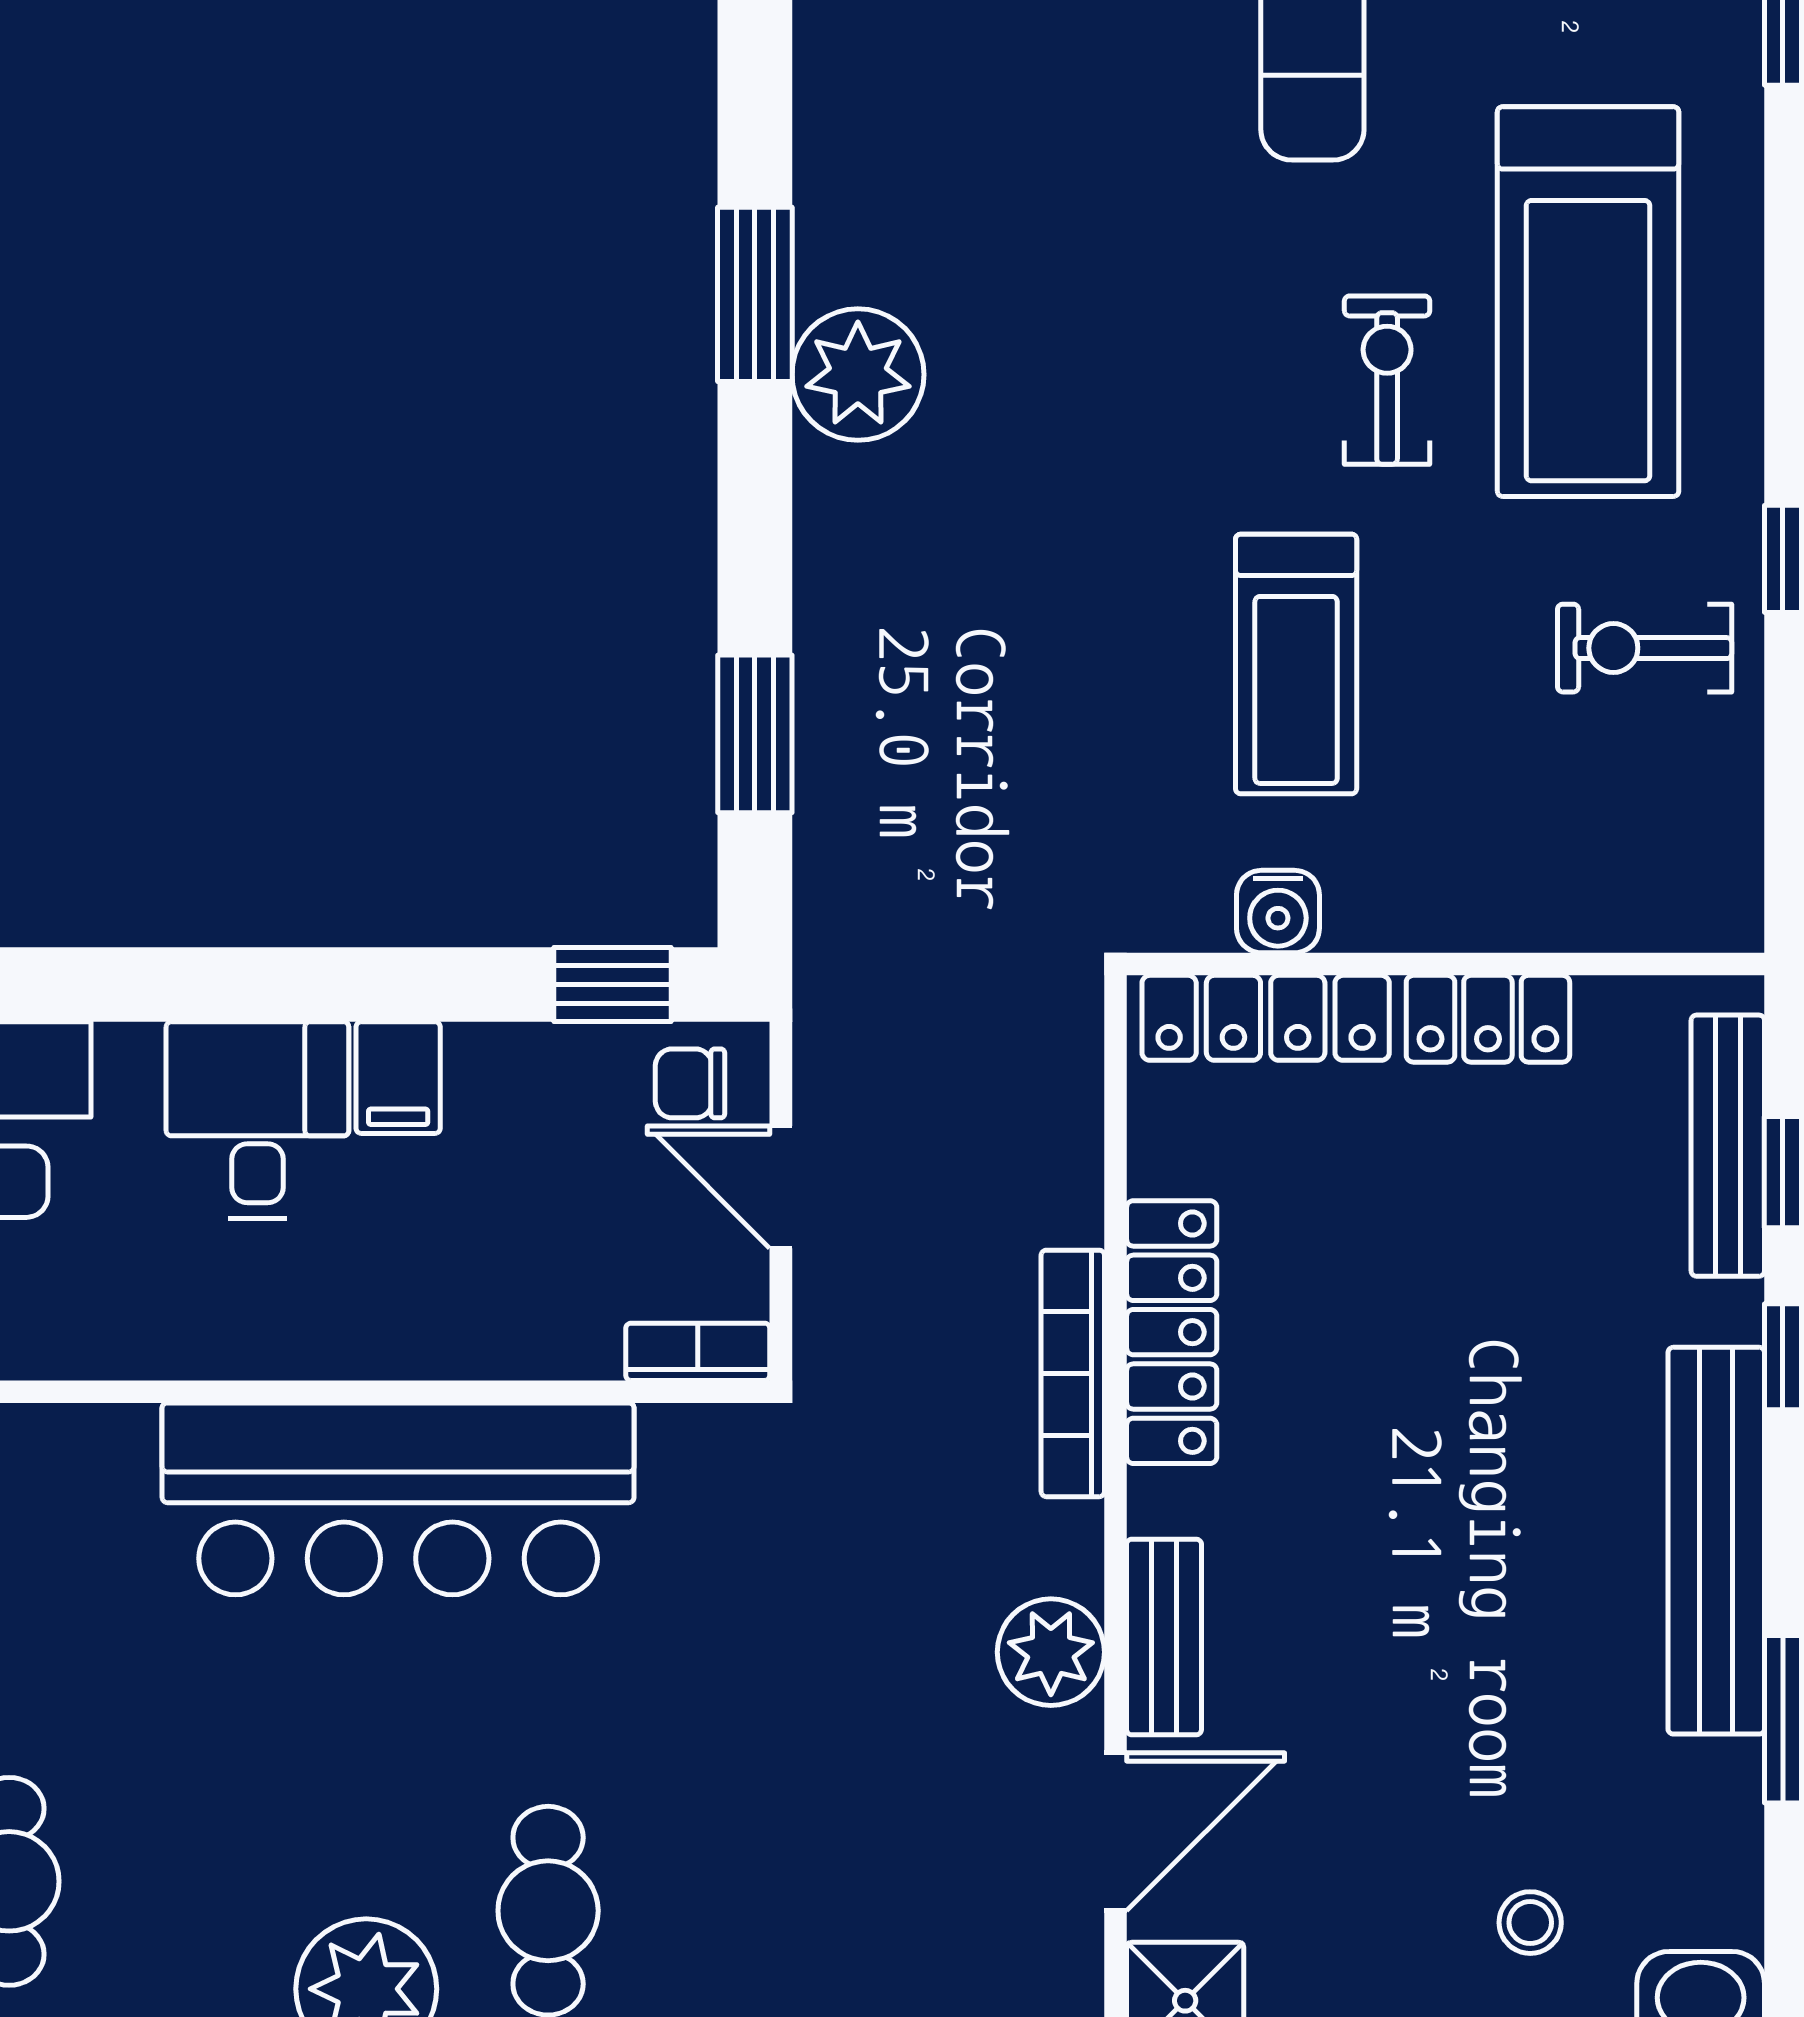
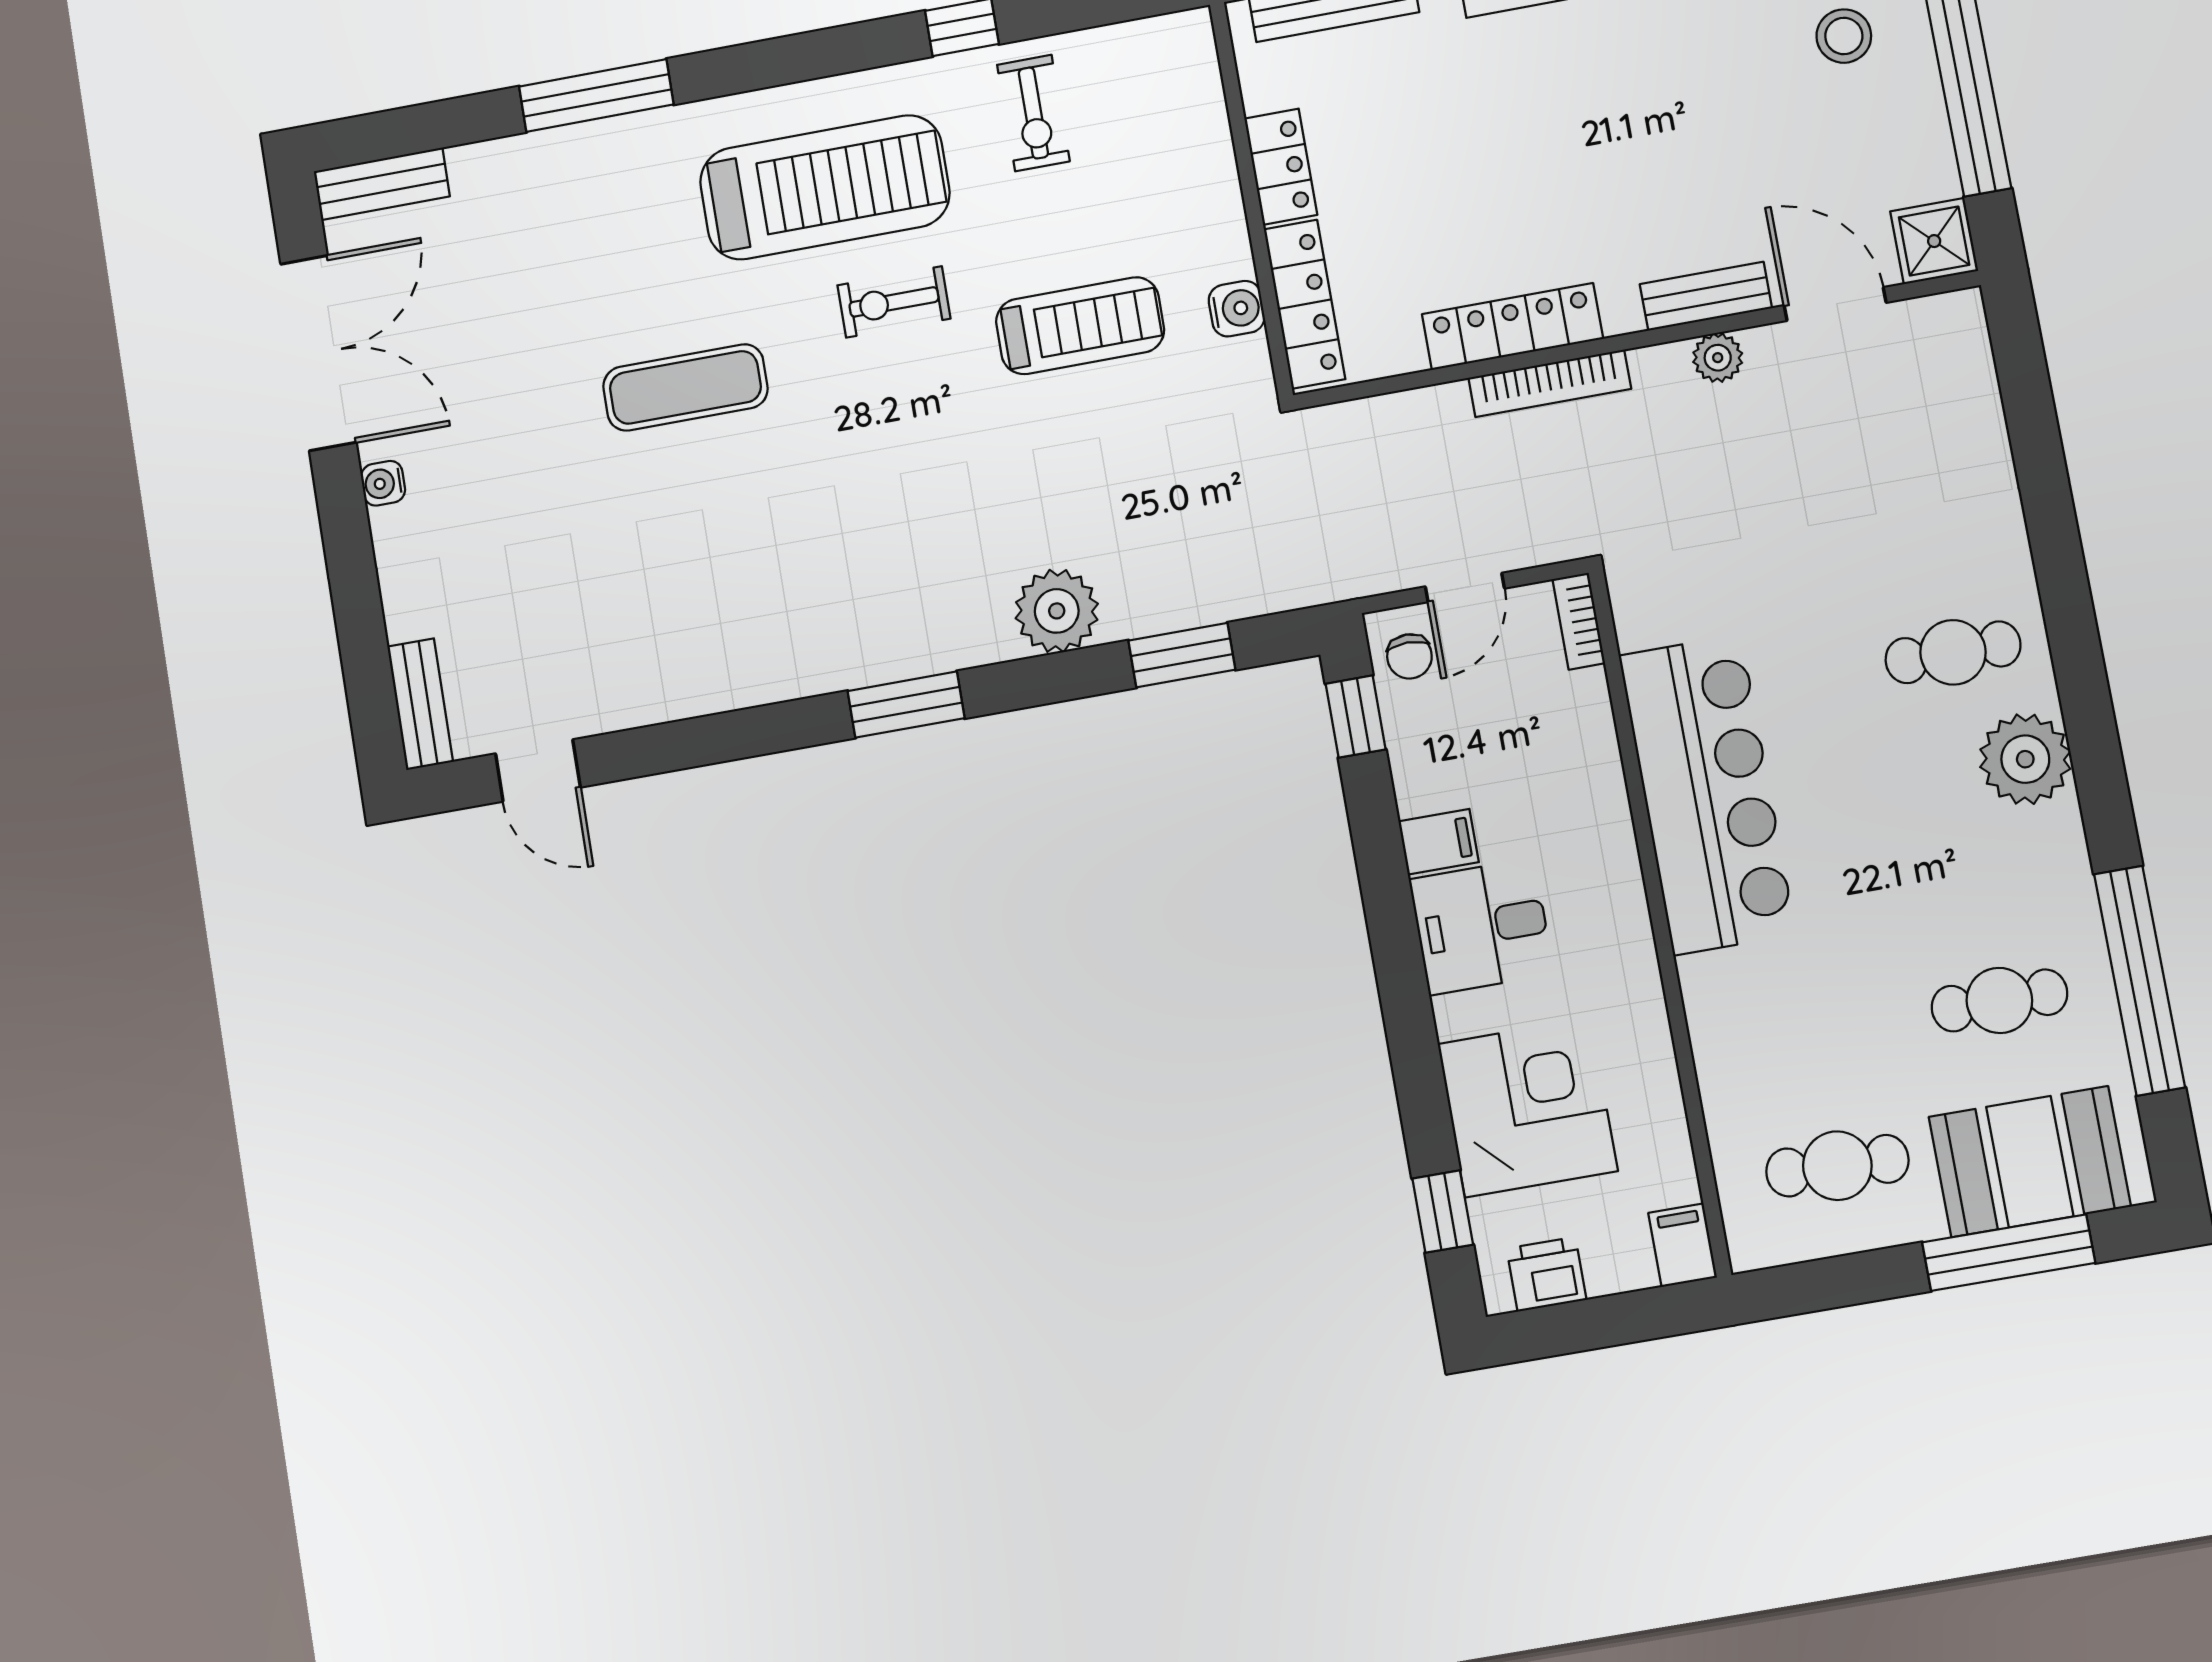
plant: (858, 375) -> (1057, 611), moved
plant: (1051, 1652) -> (1718, 358), width x0.73, depth x0.73
stool: (1530, 1923) -> (1844, 36), width x1.37, depth x1.37

